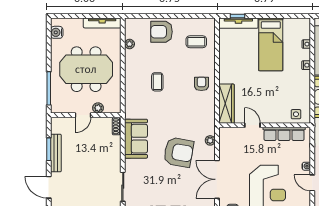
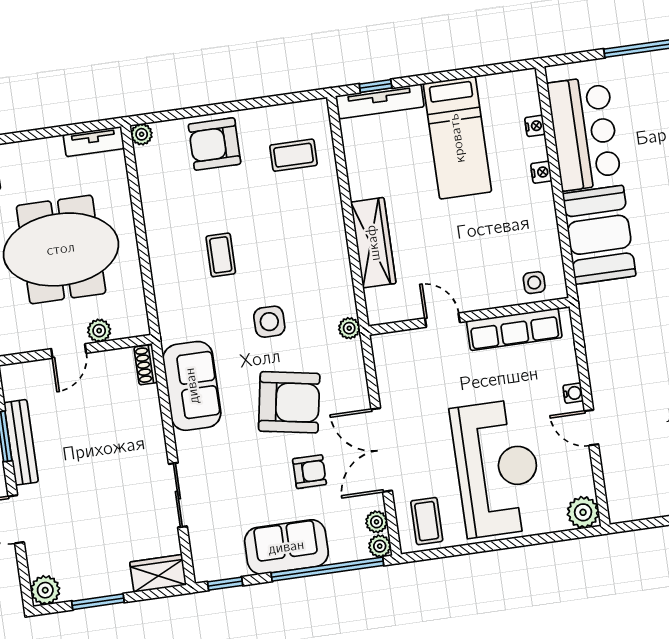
tv unit: (102, 23) -> (94, 142), width x0.71
plant: (130, 44) -> (142, 134), moved
armchair: (201, 84) -> (309, 472), moved, turned 90
wardrobe: (226, 104) -> (373, 243), moved
side table: (175, 115) -> (269, 322), added
plant: (210, 140) -> (349, 328), moved

